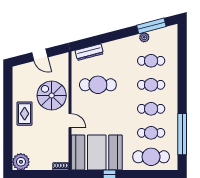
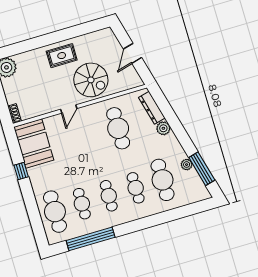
plant: (109, 48) -> (163, 128), added
cafe table: (151, 61) -> (163, 180), width x1.37, depth x1.35
spiral stairs: (52, 96) -> (91, 80), turned 90
booth: (97, 152) -> (34, 144), width x0.73, depth x0.70

